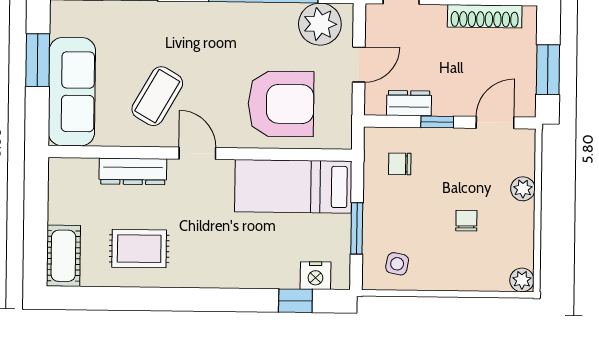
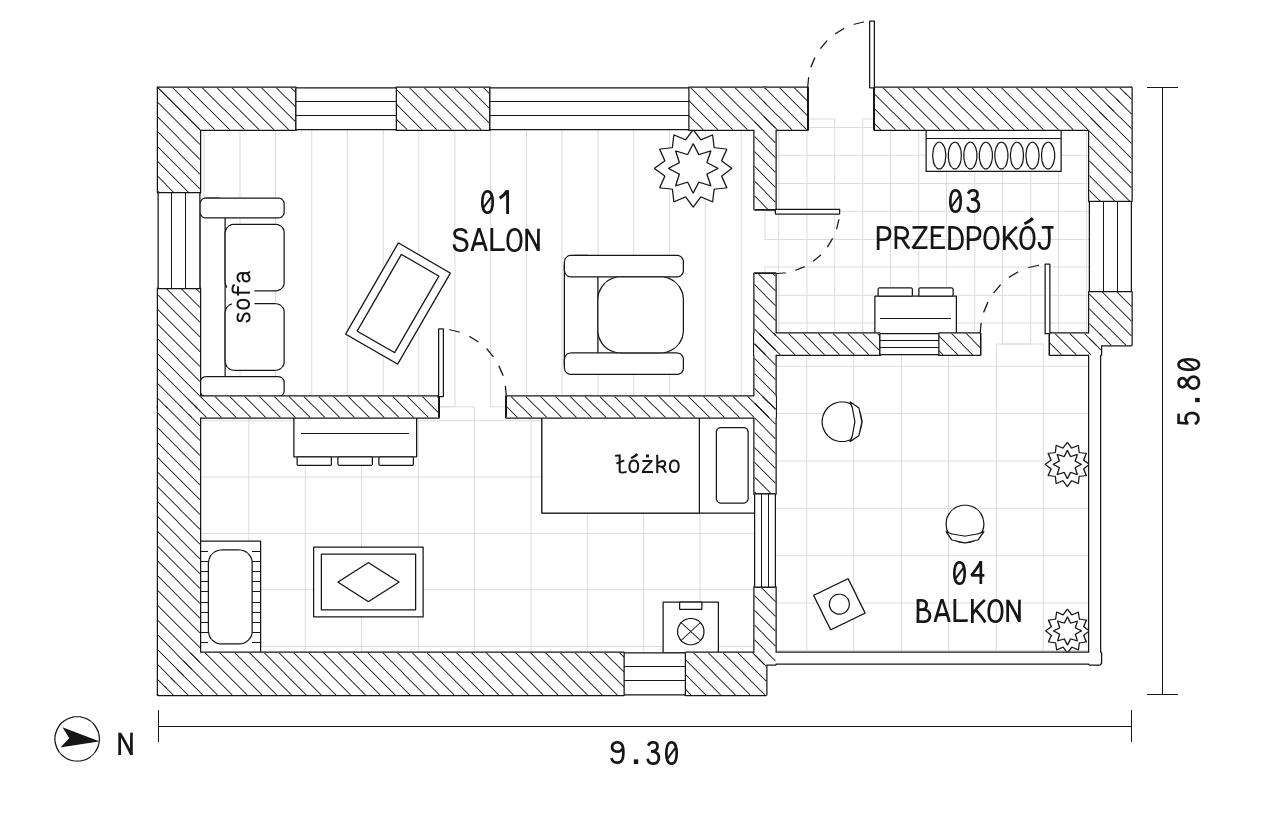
dresser: (409, 103) -> (916, 311), moved
side table: (397, 264) -> (839, 604), turned -37

